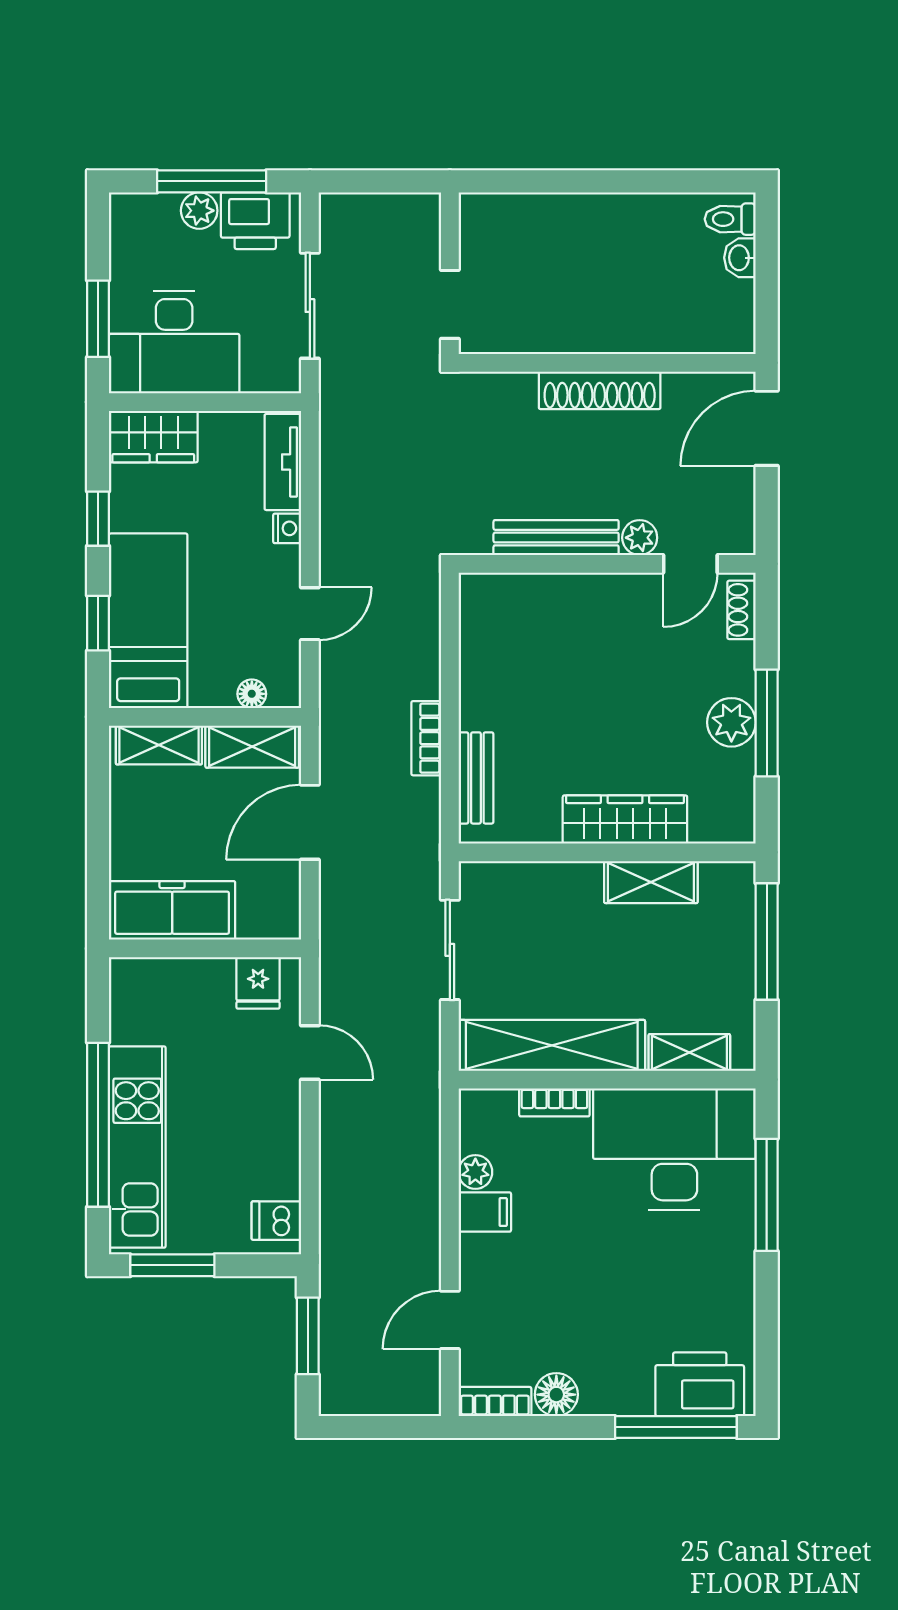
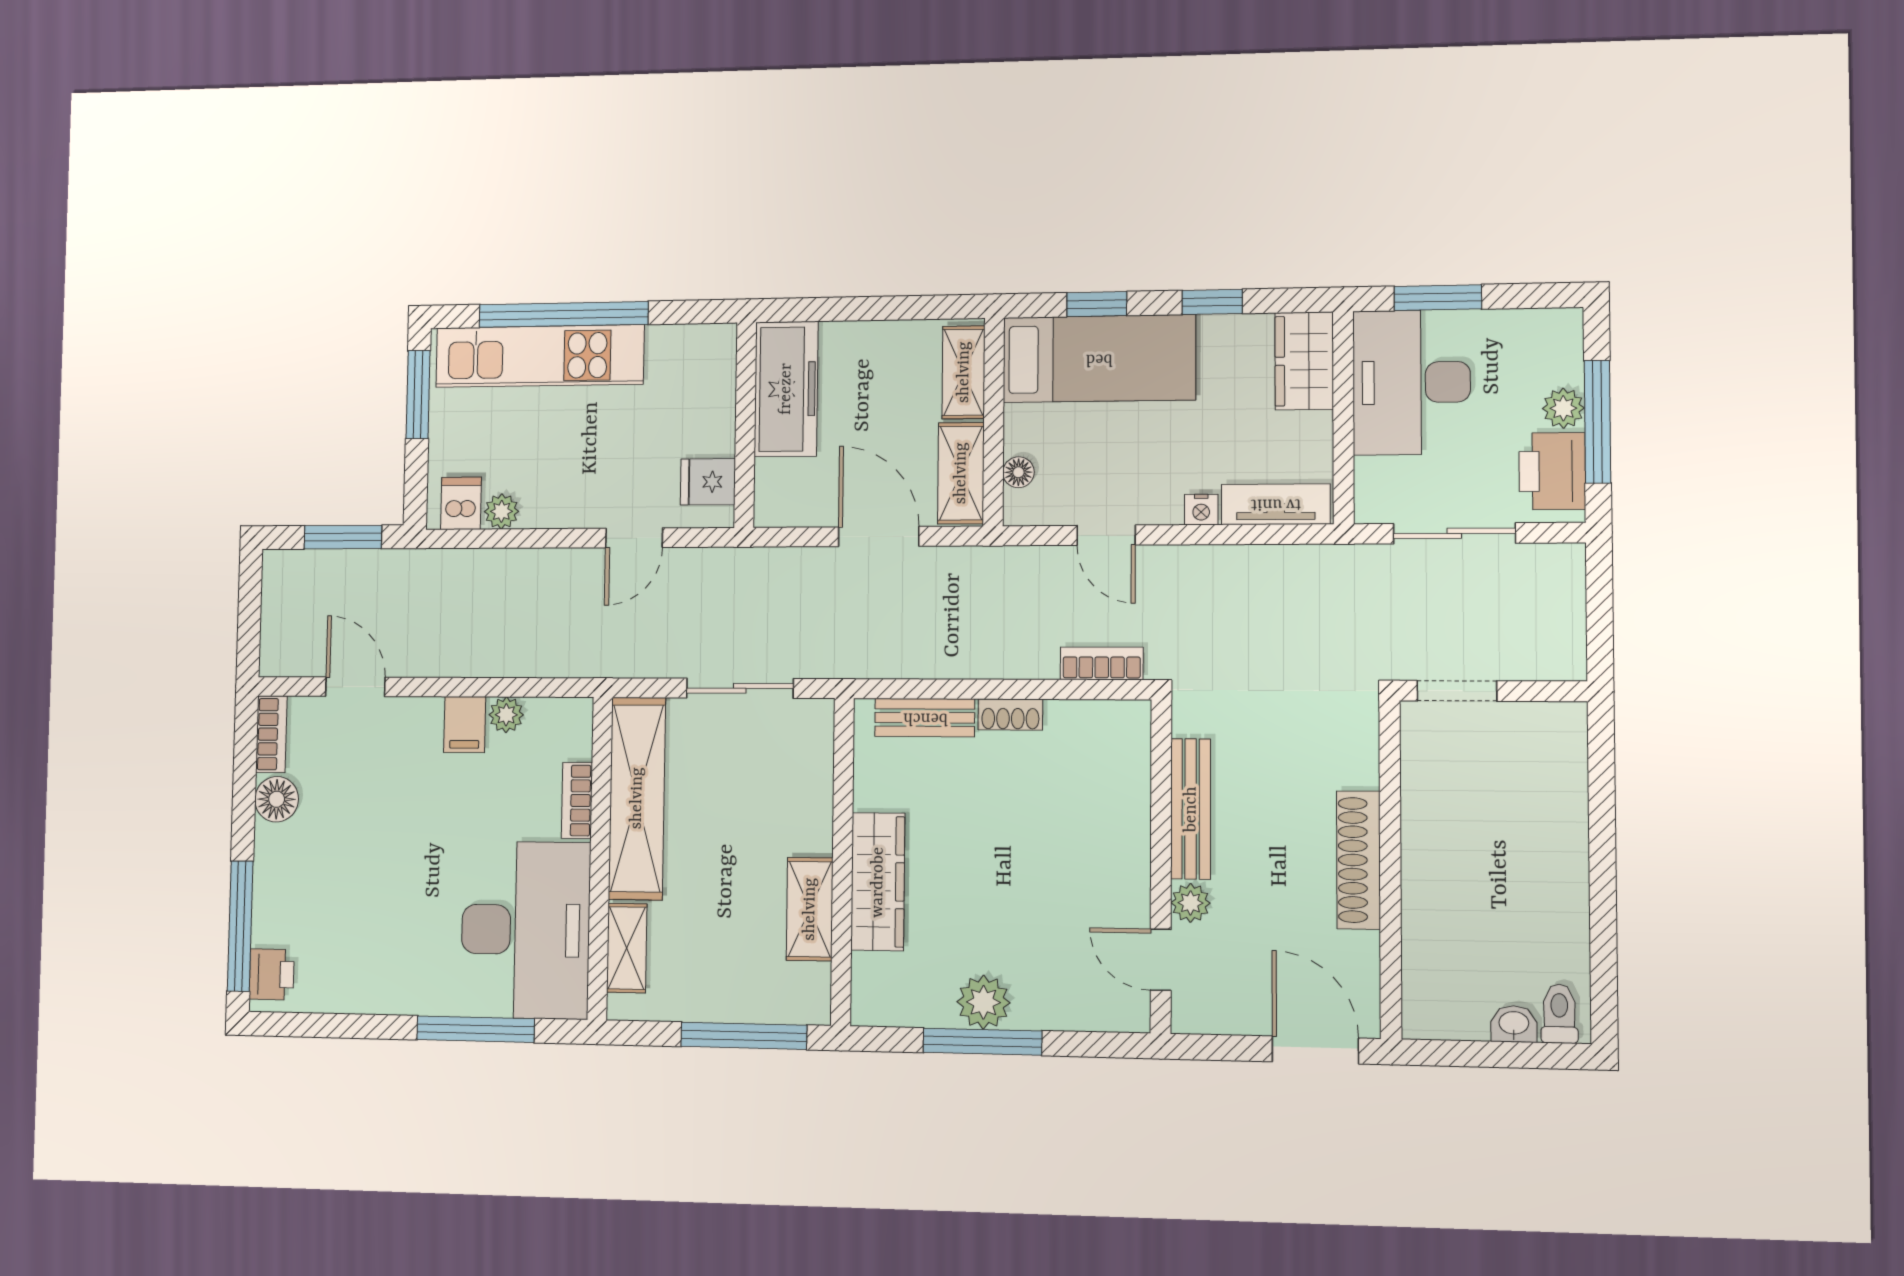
shoe rack: (742, 610) -> (1010, 715), moved, turned 180
bookcase: (426, 738) -> (1102, 663), moved
plant: (284, 1181) -> (502, 511), added
printer: (700, 1384) -> (272, 974), width x0.53, depth x0.68

